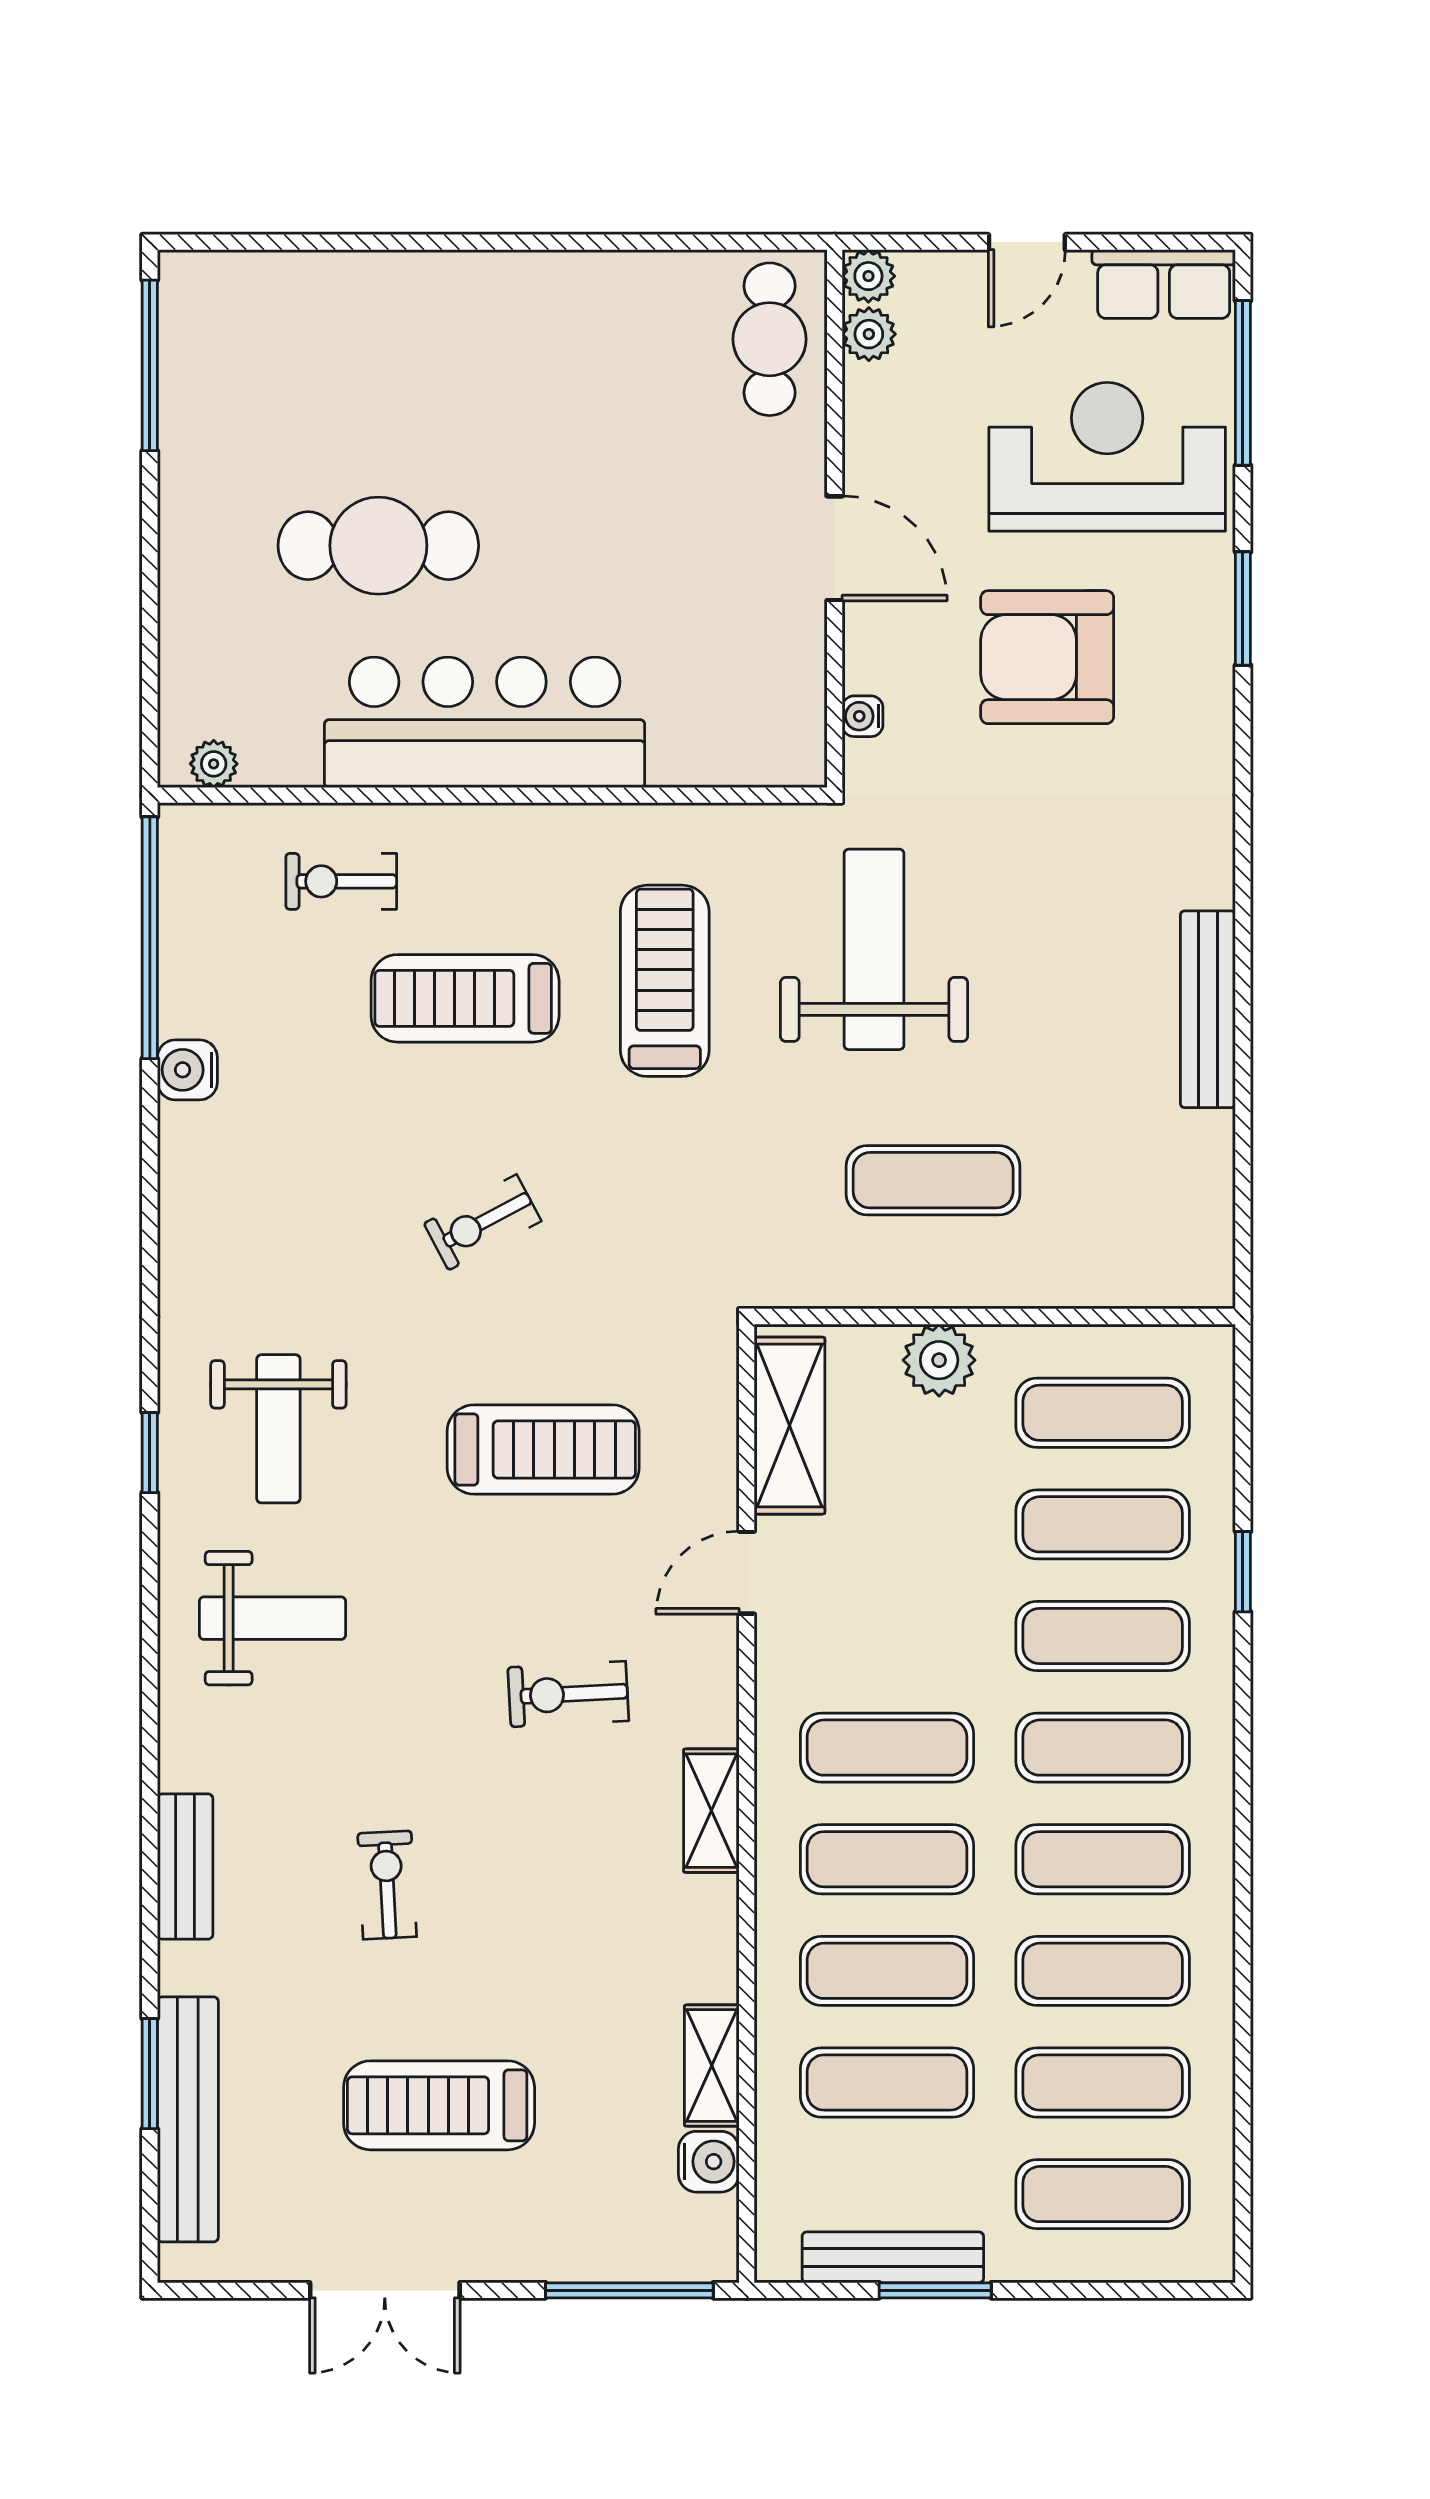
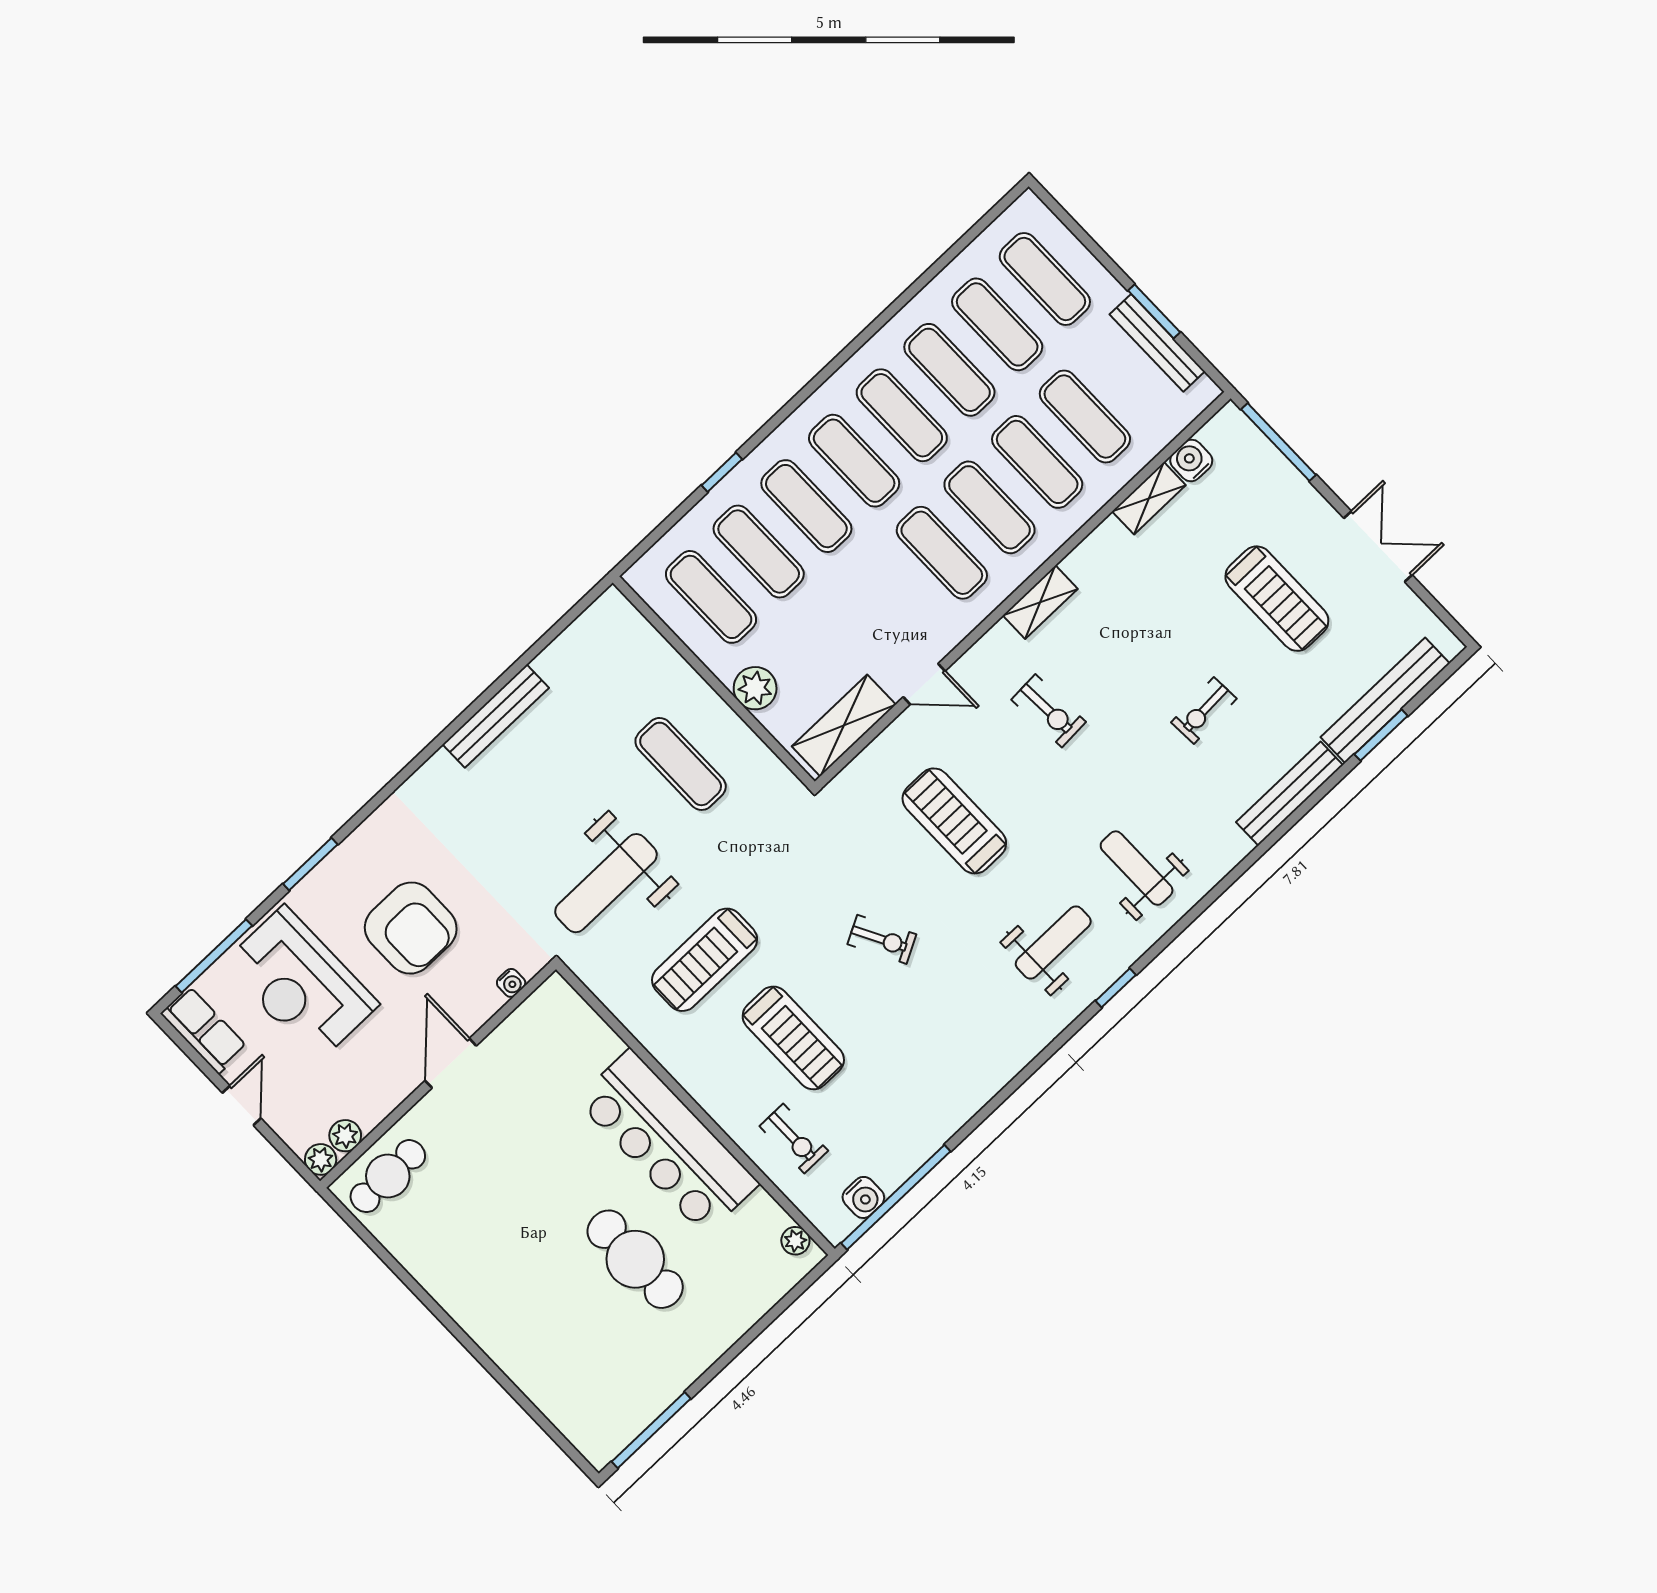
door: (1027, 242) -> (242, 1106), hinge flipped
water cooler: (187, 1070) -> (863, 1197), moved
bench: (185, 1867) -> (1290, 794), width x1.36

